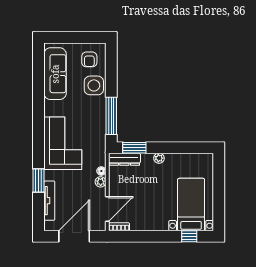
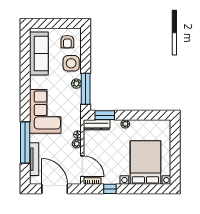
plant: (100, 110) -> (76, 84), added
window: (39, 181) -> (25, 142), width x2.11
bed with nightstands: (191, 205) -> (145, 163), width x1.36
door: (107, 209) -> (82, 166), hinge flipped
door: (74, 236) -> (55, 189), hinge flipped
window: (189, 236) -> (110, 189), moved

